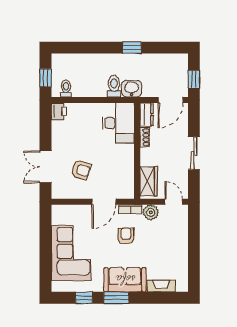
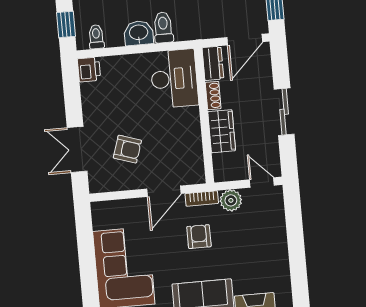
washbasin: (132, 89) -> (139, 33), moved
wardrobe: (149, 181) -> (222, 131), moved

